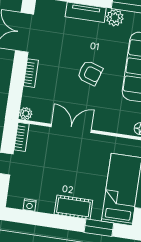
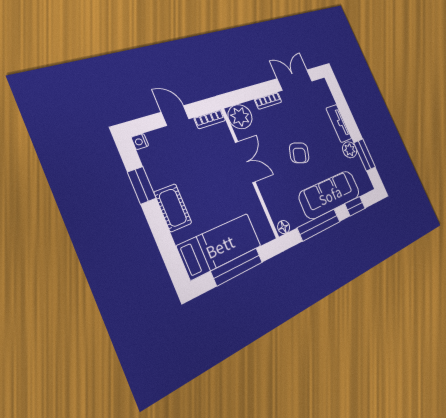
plant: (26, 114) -> (240, 117), width x1.88, depth x1.88
nightstand: (30, 205) -> (140, 142), moved
window: (99, 228) -> (142, 185), moved

